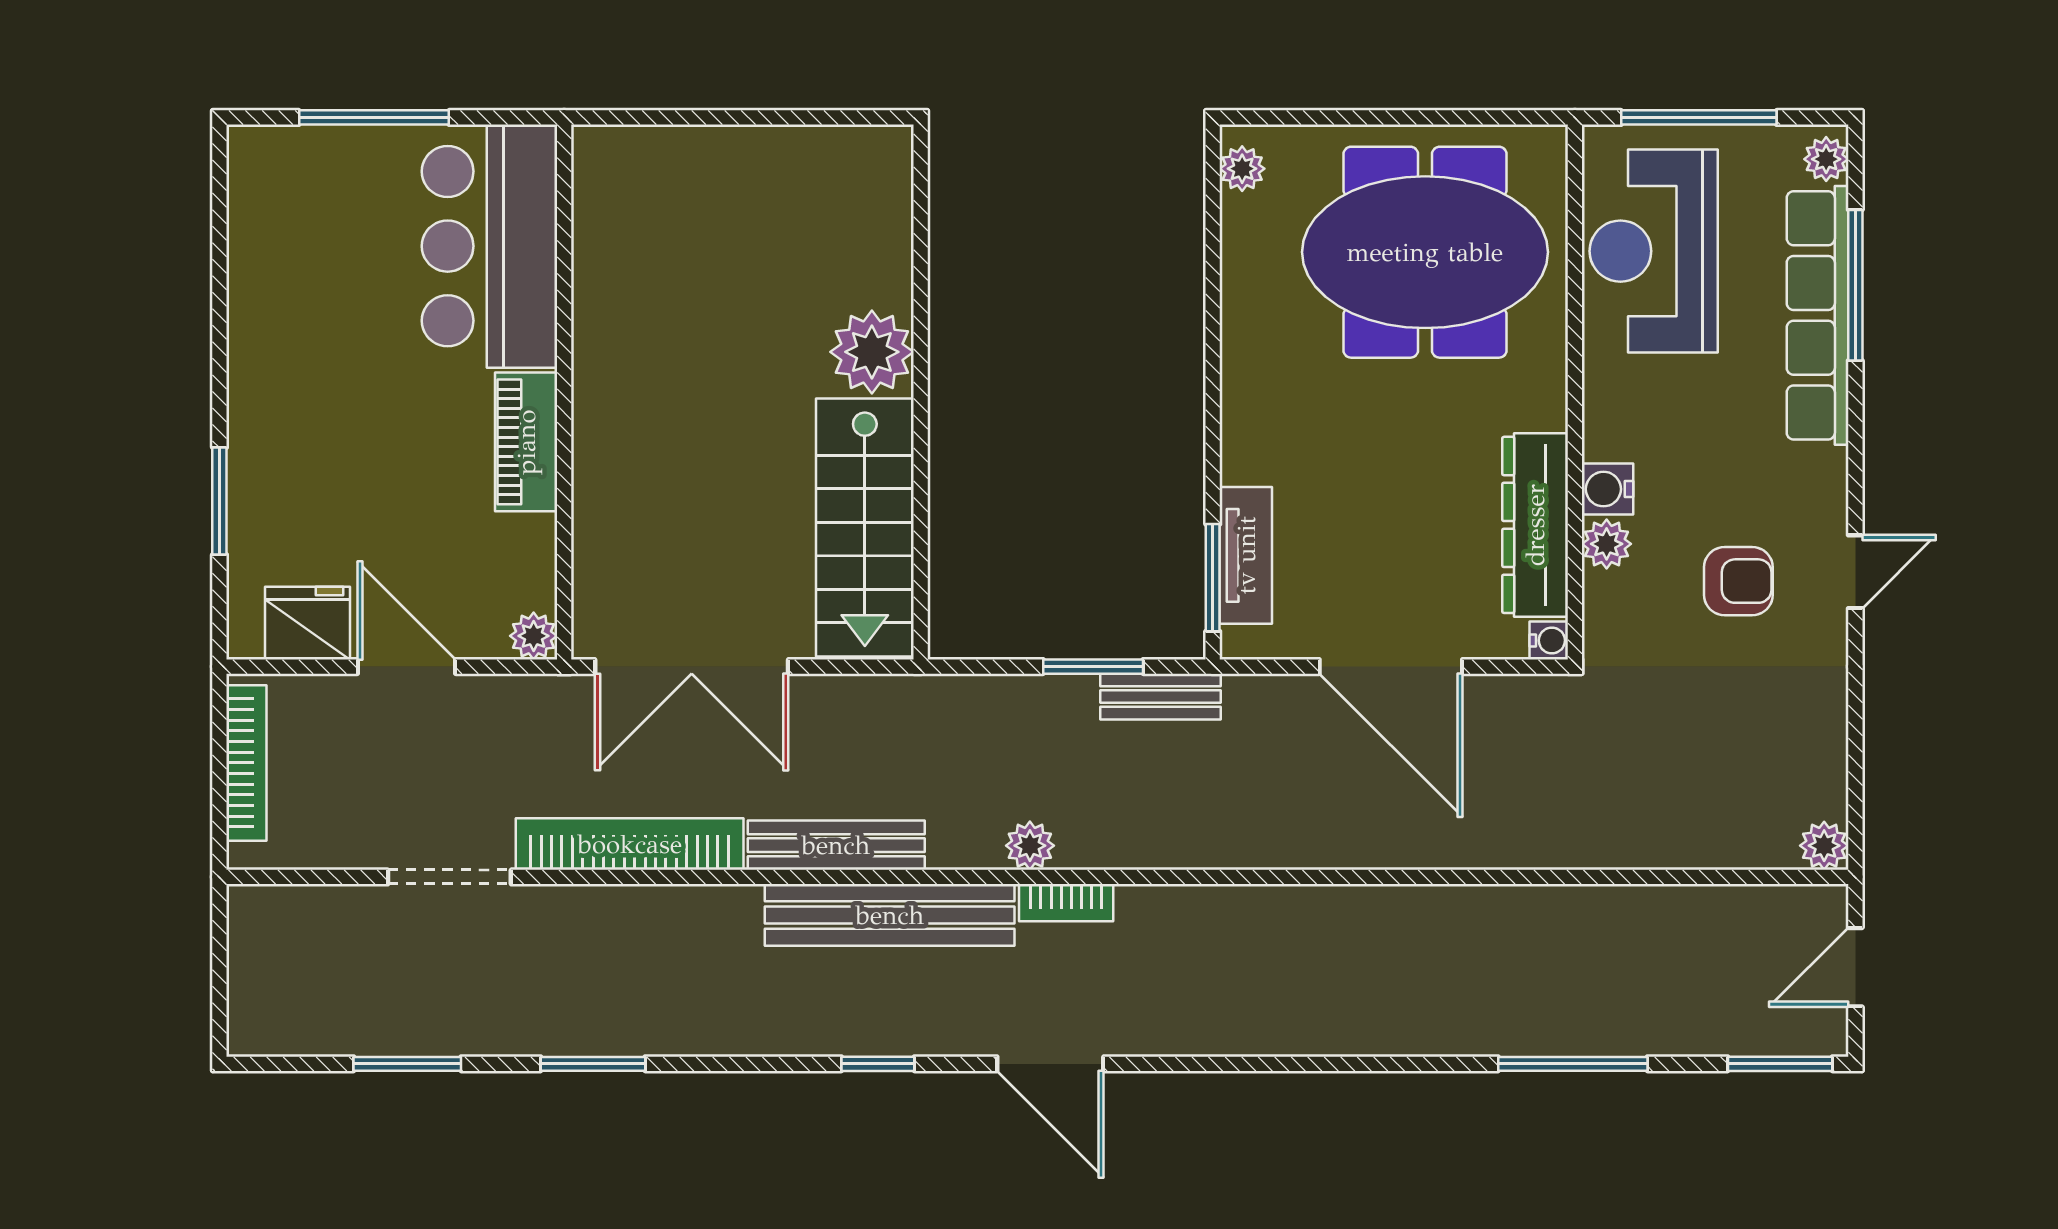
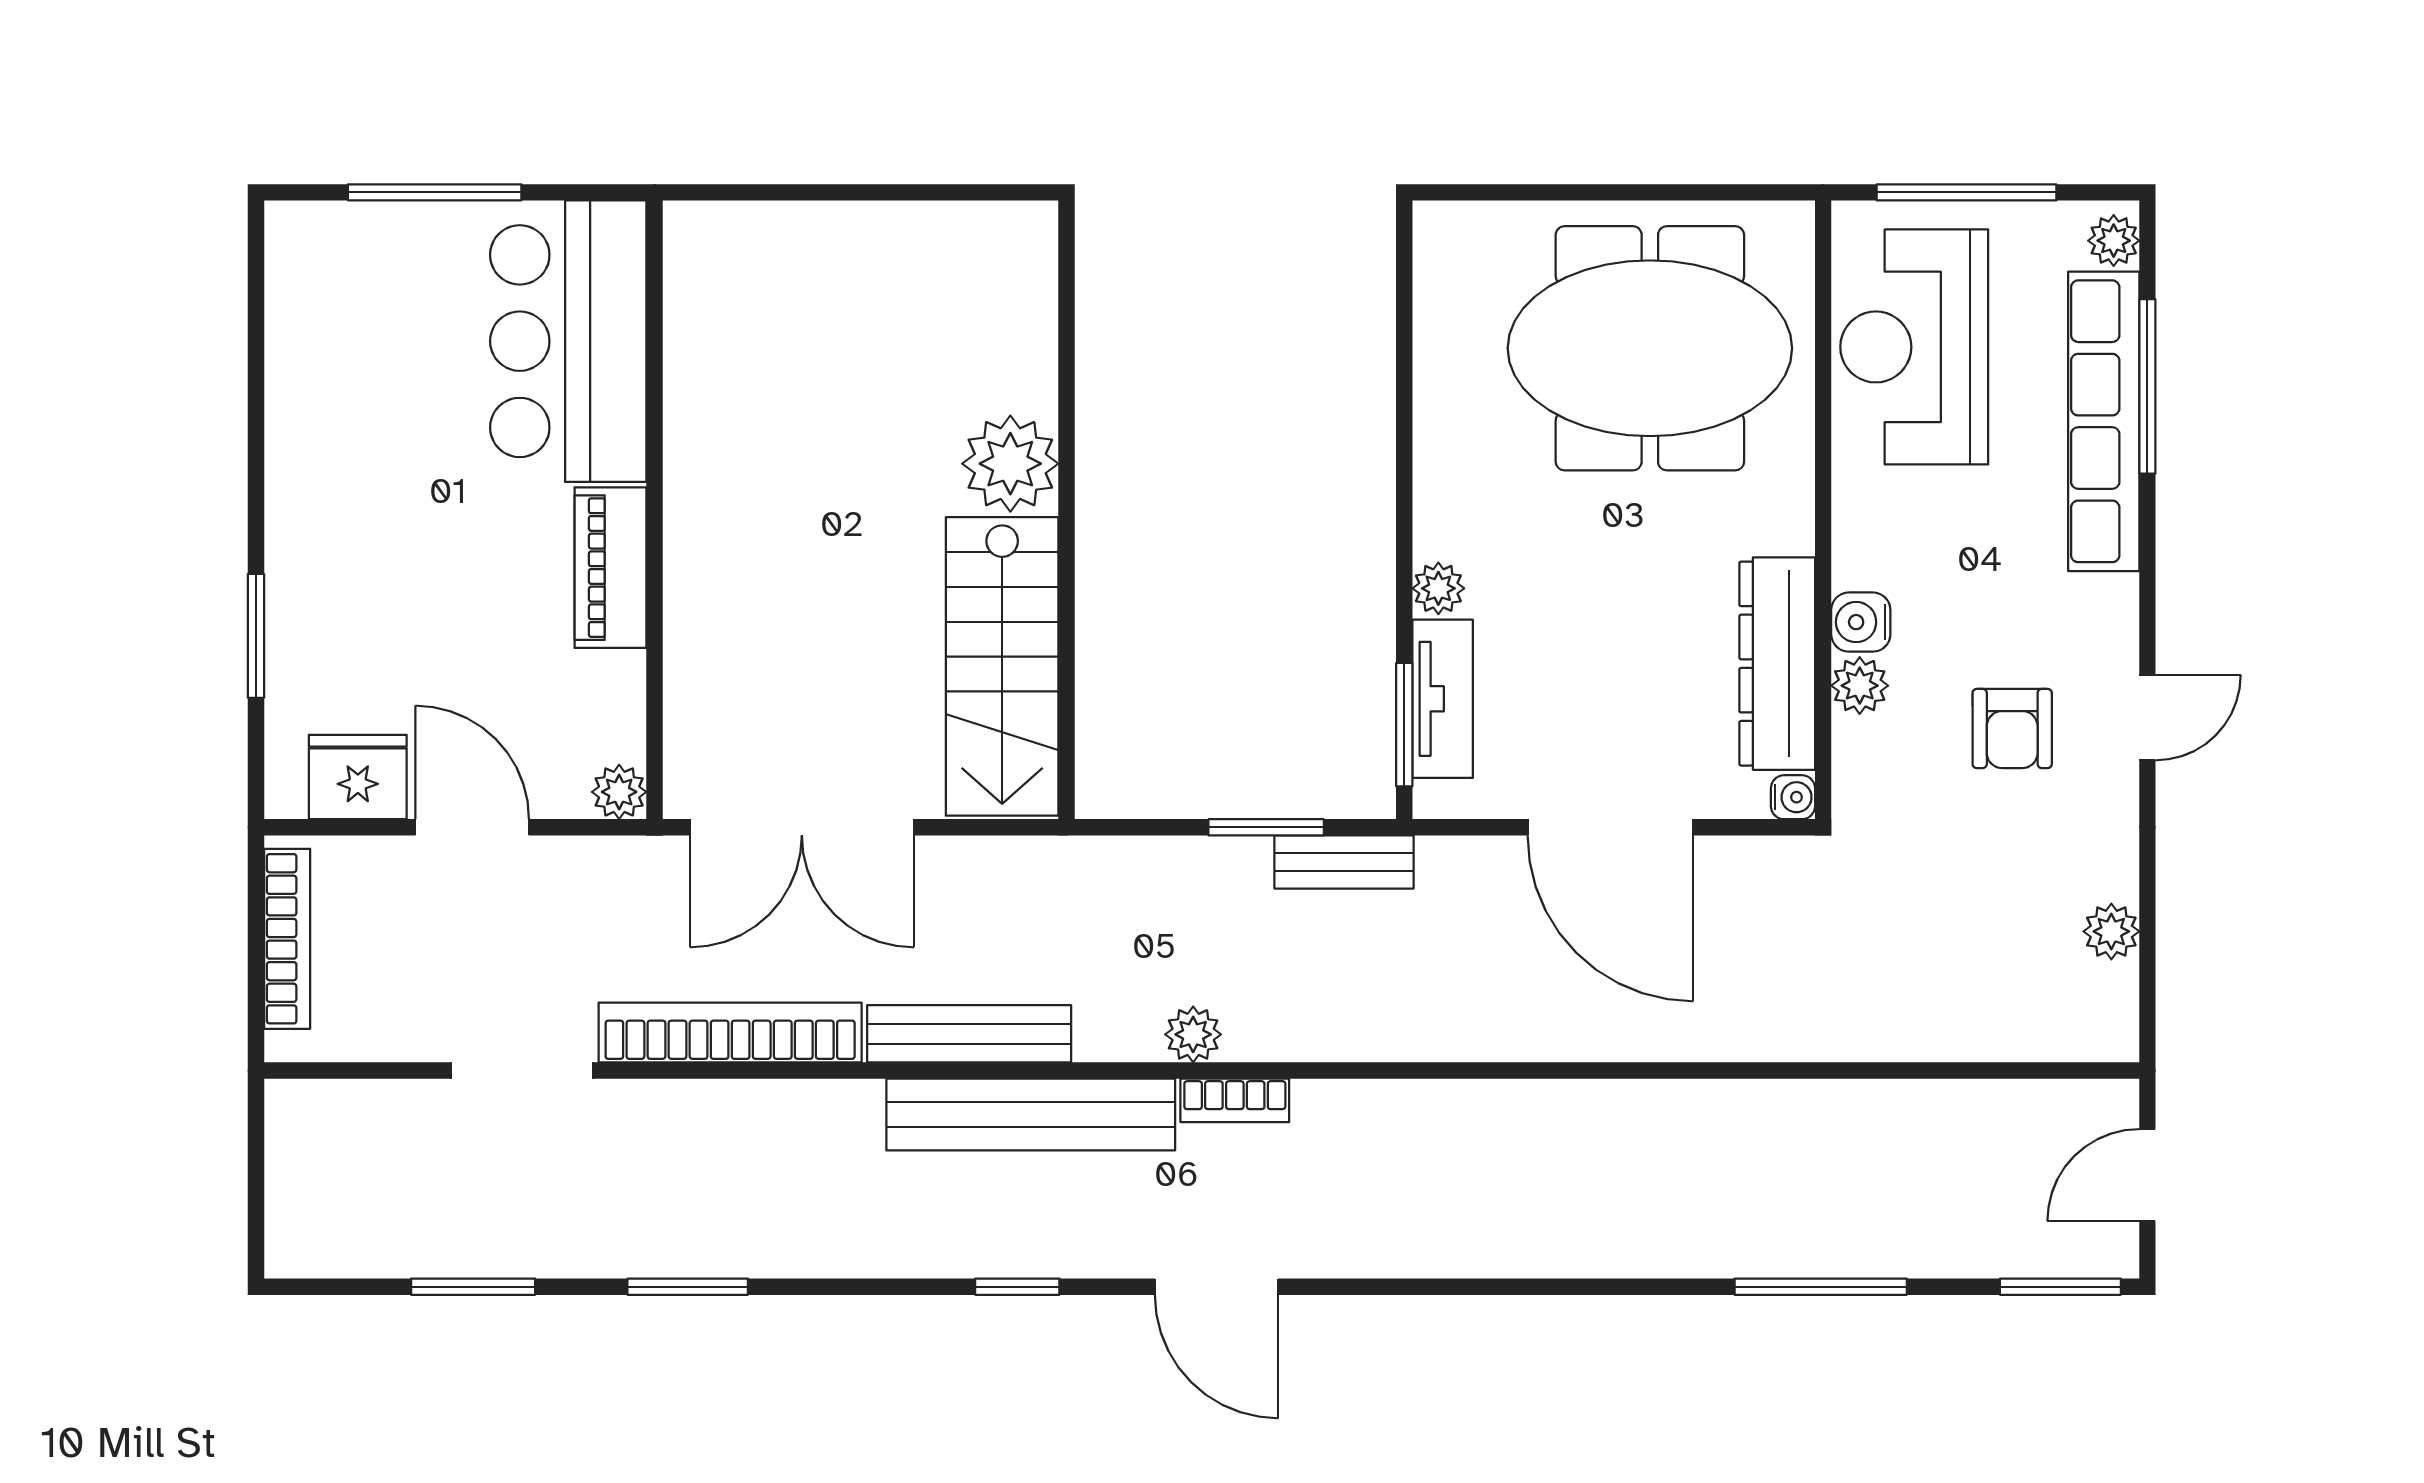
plant: (1242, 169) -> (1438, 588), moved
armchair: (1738, 581) -> (2012, 728), turned 90
plant: (1824, 846) -> (2111, 931), moved

